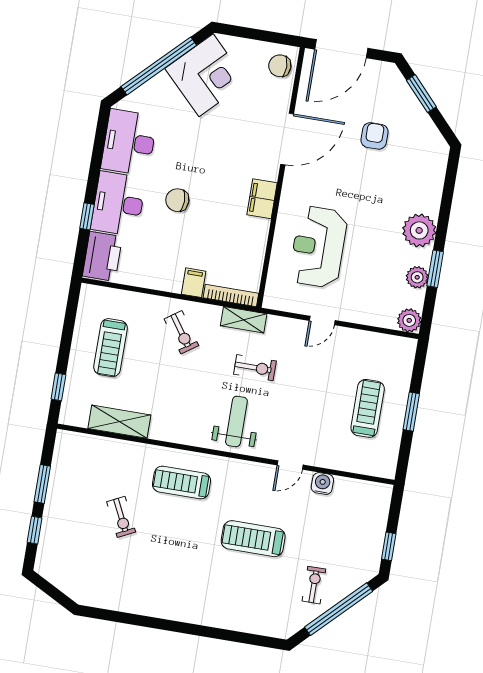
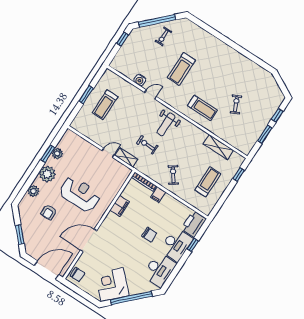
armchair: (374, 136) -> (49, 212), moved
filing cabinet: (262, 199) -> (120, 206), moved
reception desk: (318, 247) -> (80, 194), moved, turned -90
shelving: (244, 320) -> (126, 157), moved
plant: (409, 320) -> (33, 191), moved
treadmill: (253, 539) -> (181, 69), turned 90

